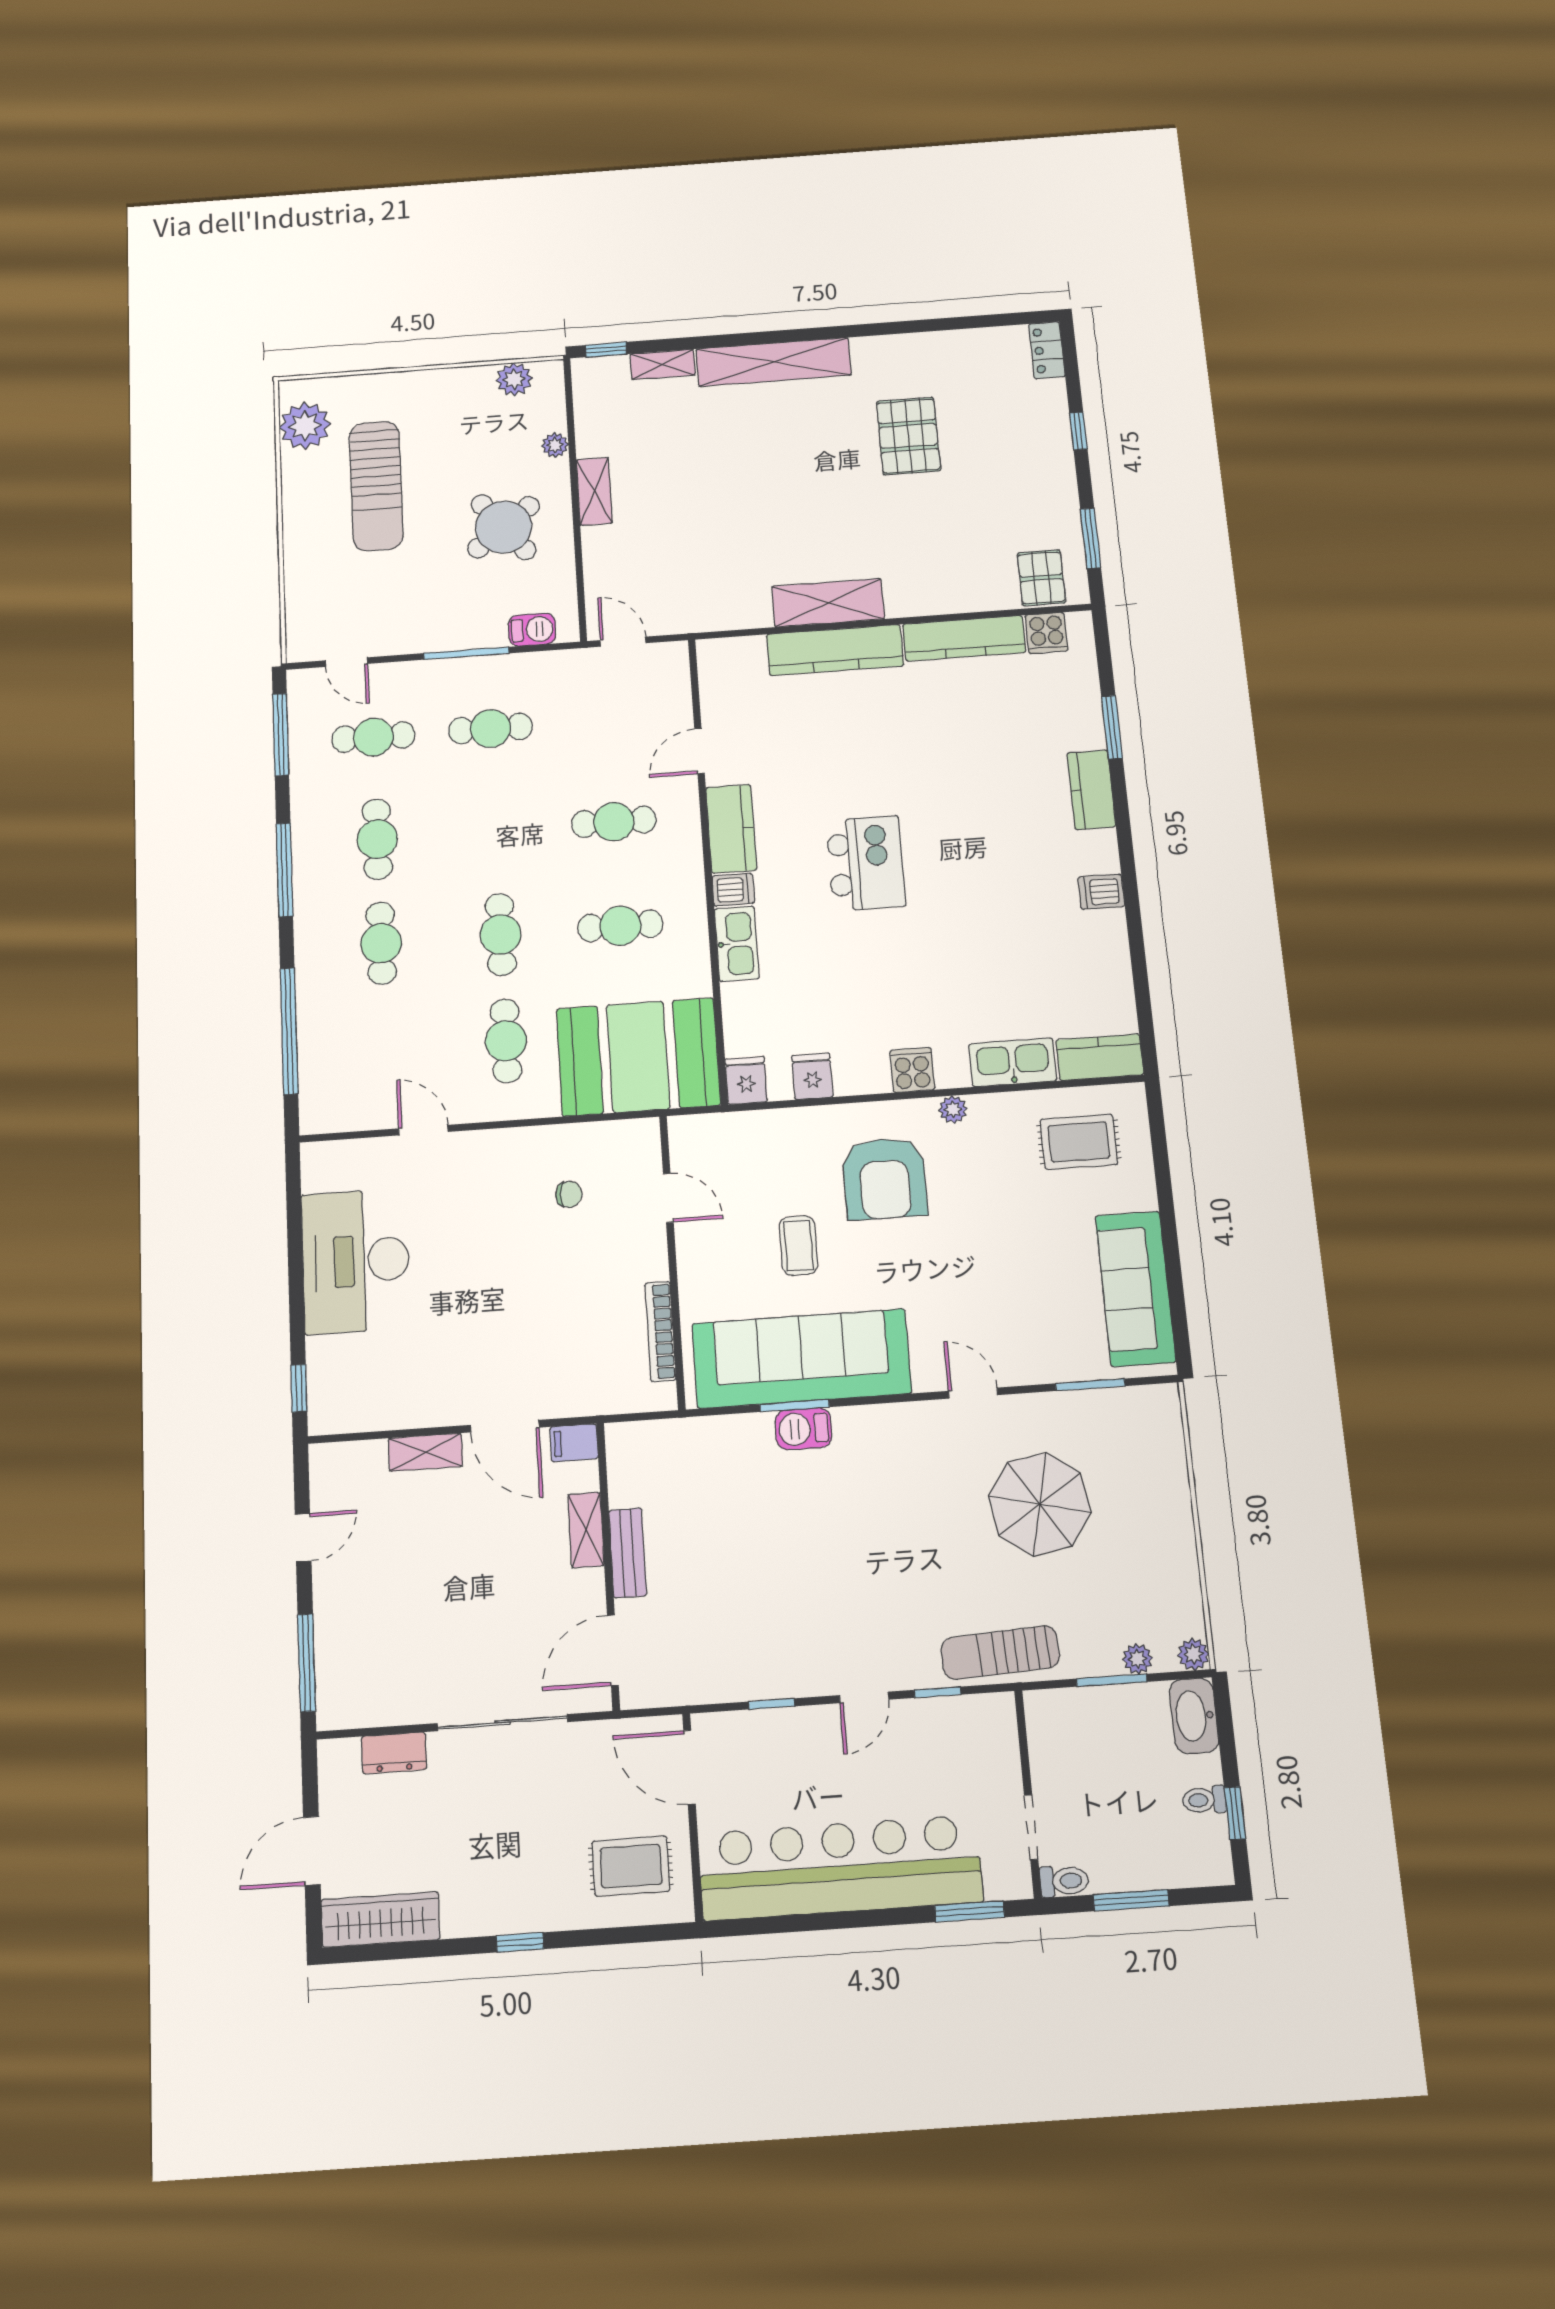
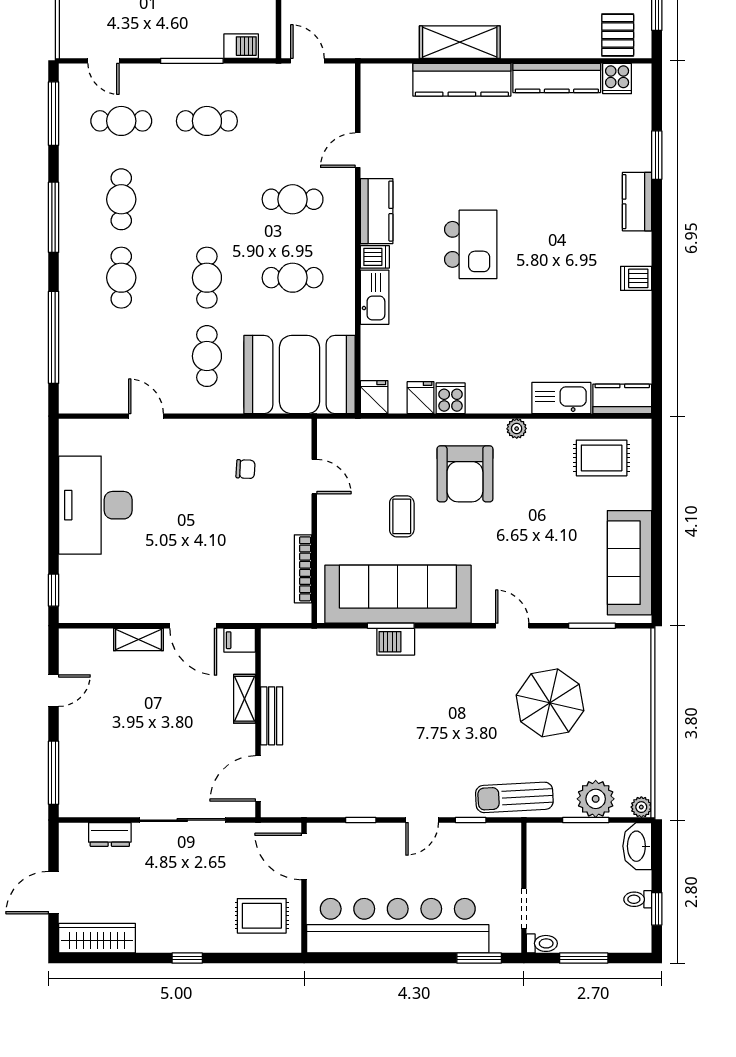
cooker: (912, 1070) -> (451, 398), moved
plant: (1138, 1659) -> (596, 799), width x1.88, depth x1.88

